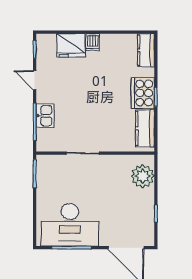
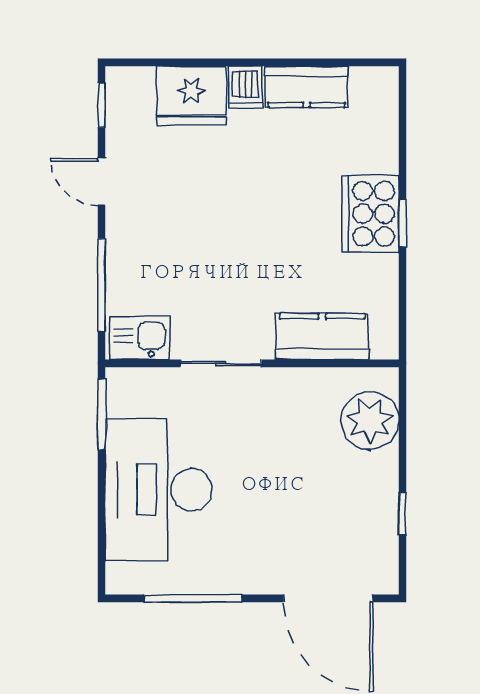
kitchen counter: (146, 50) -> (306, 87), moved, turned -90
kitchen sink: (45, 116) -> (139, 338), moved, turned -90
kitchen counter: (145, 128) -> (322, 337), moved, turned 90
desk: (70, 225) -> (158, 490), moved, turned 90

